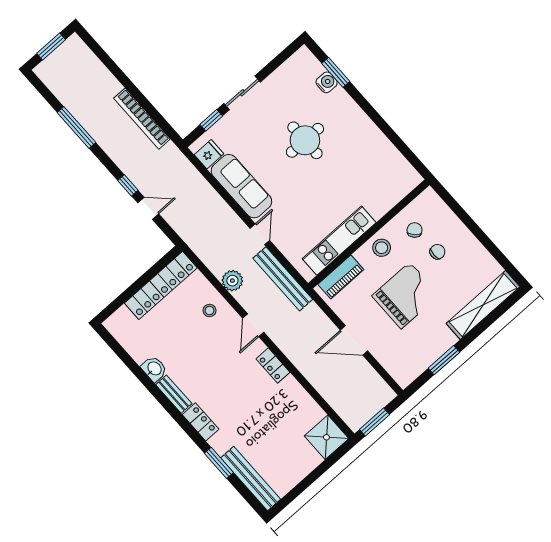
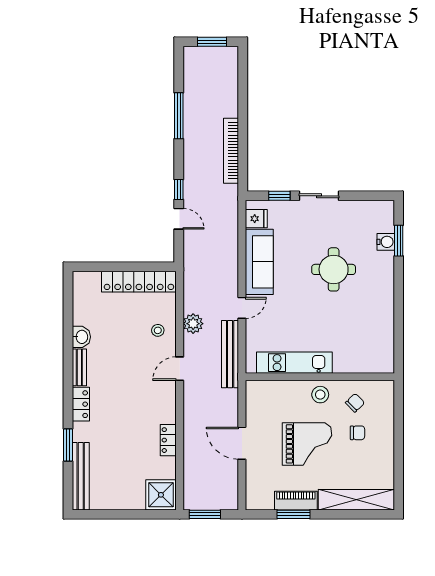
piano: (341, 277) -> (296, 501), moved, turned 180
locker: (273, 366) -> (168, 440), moved

